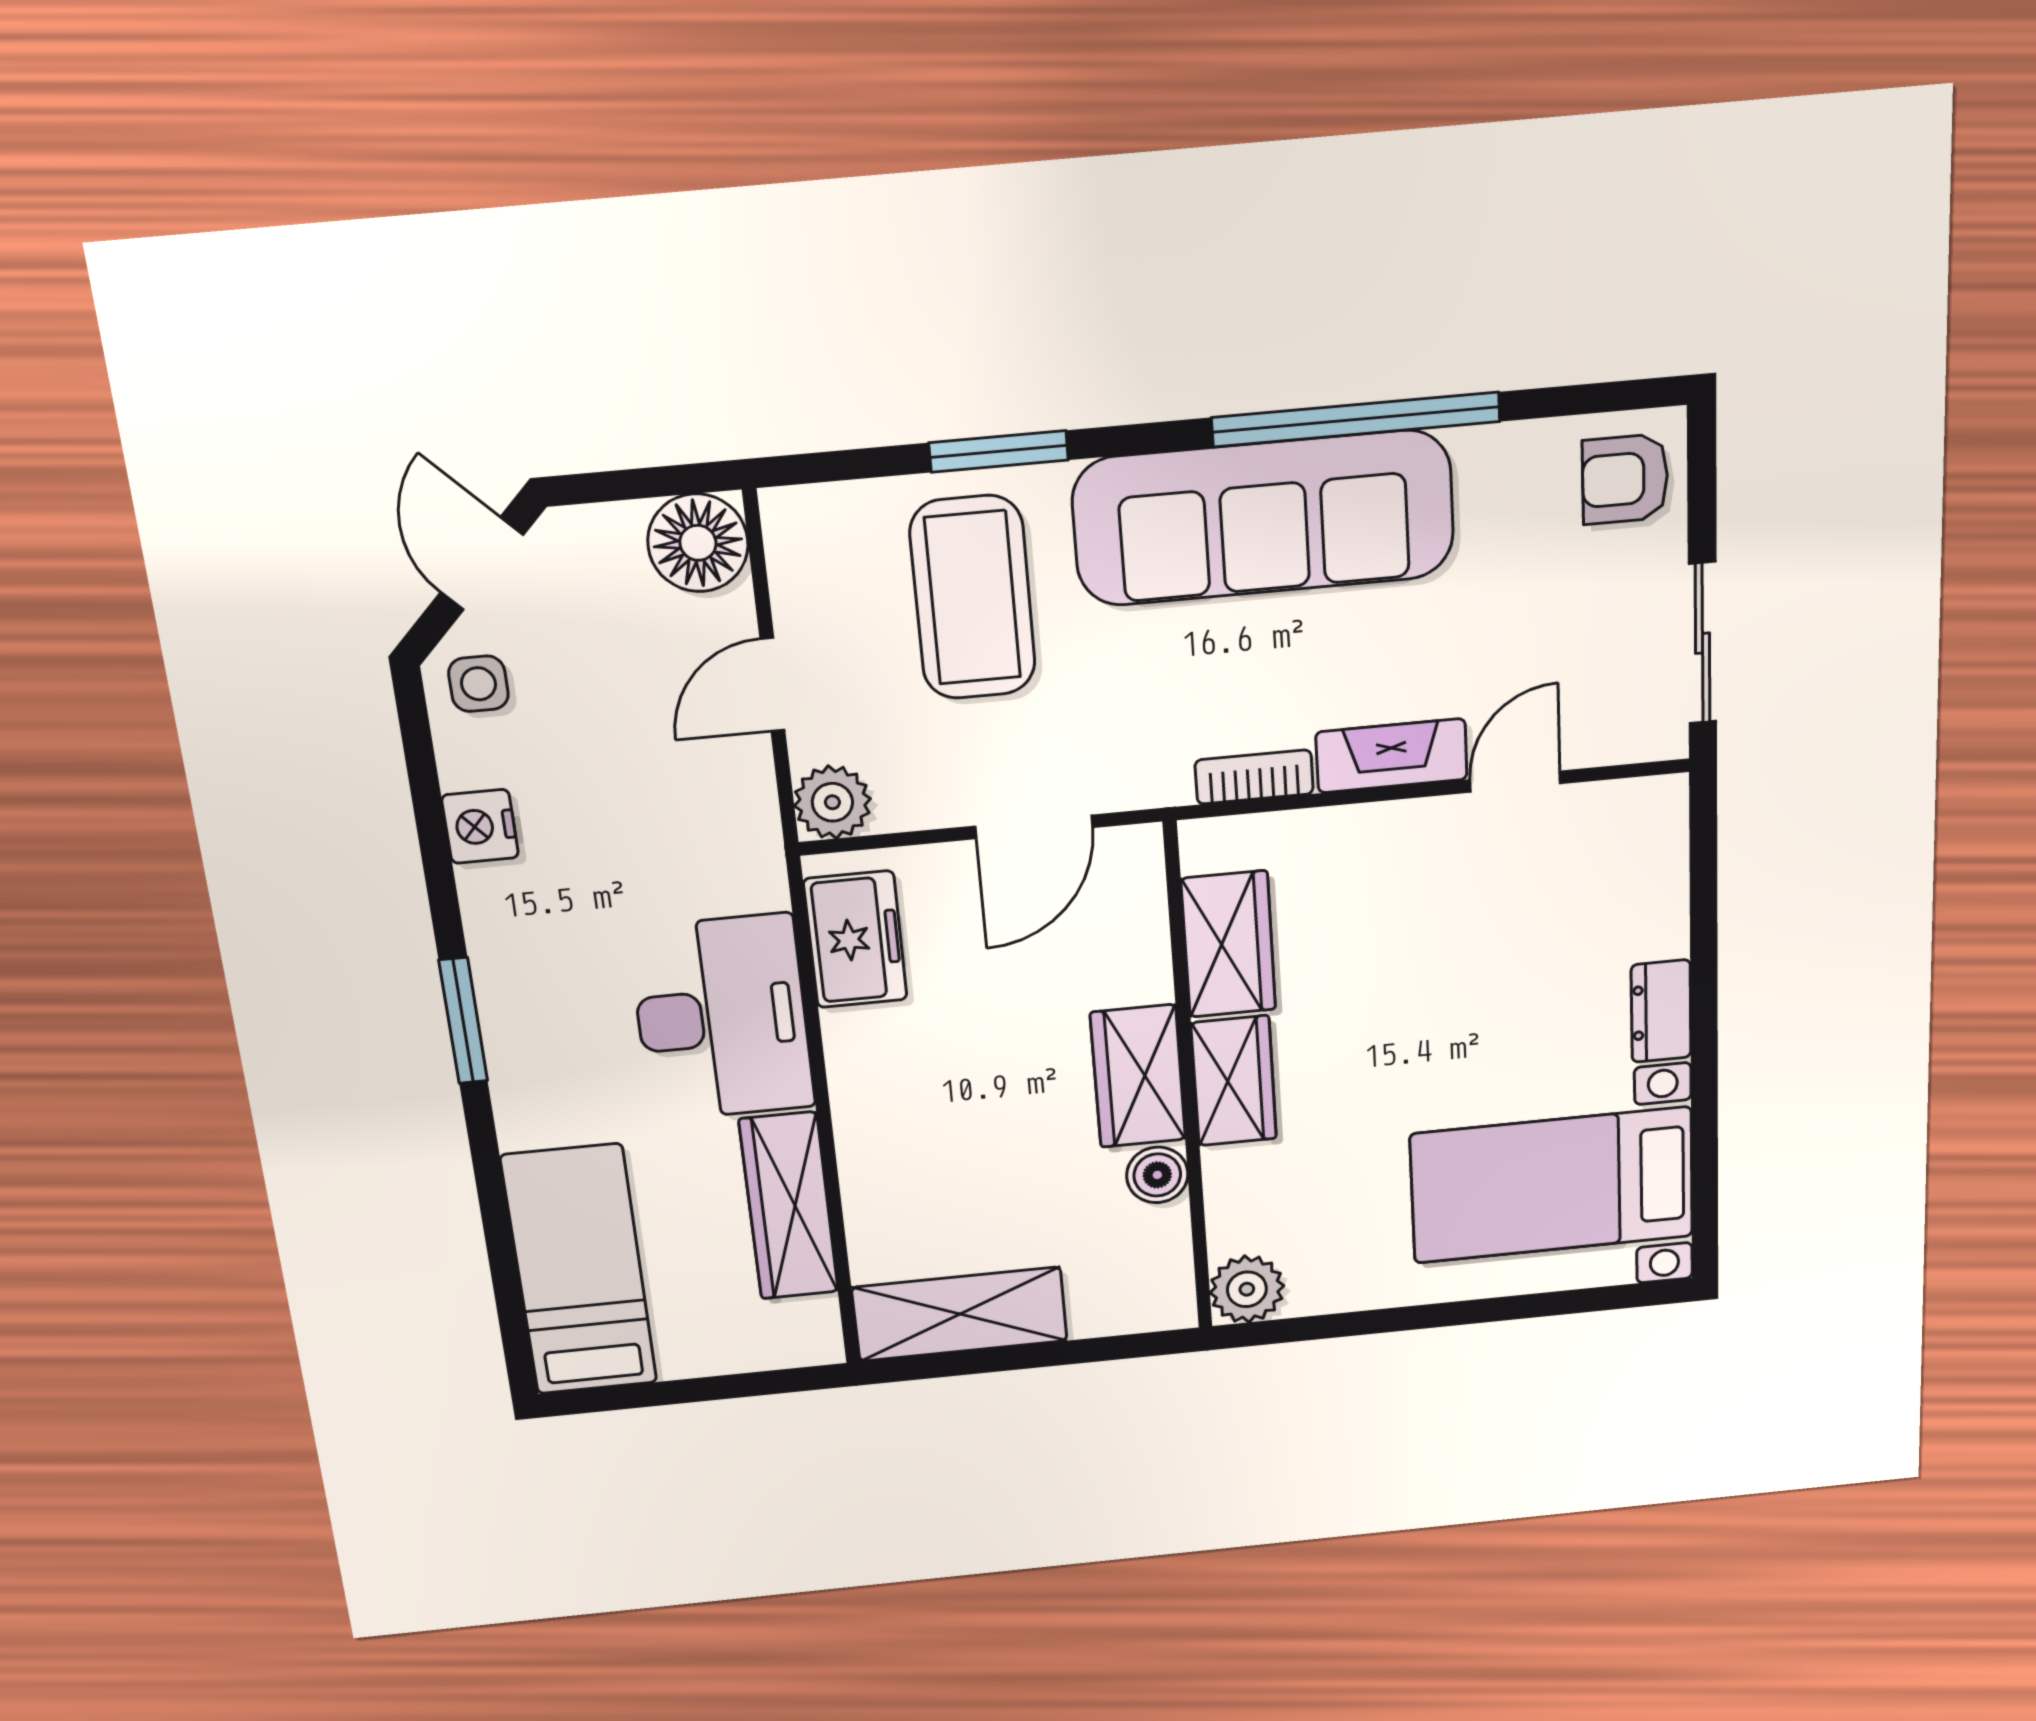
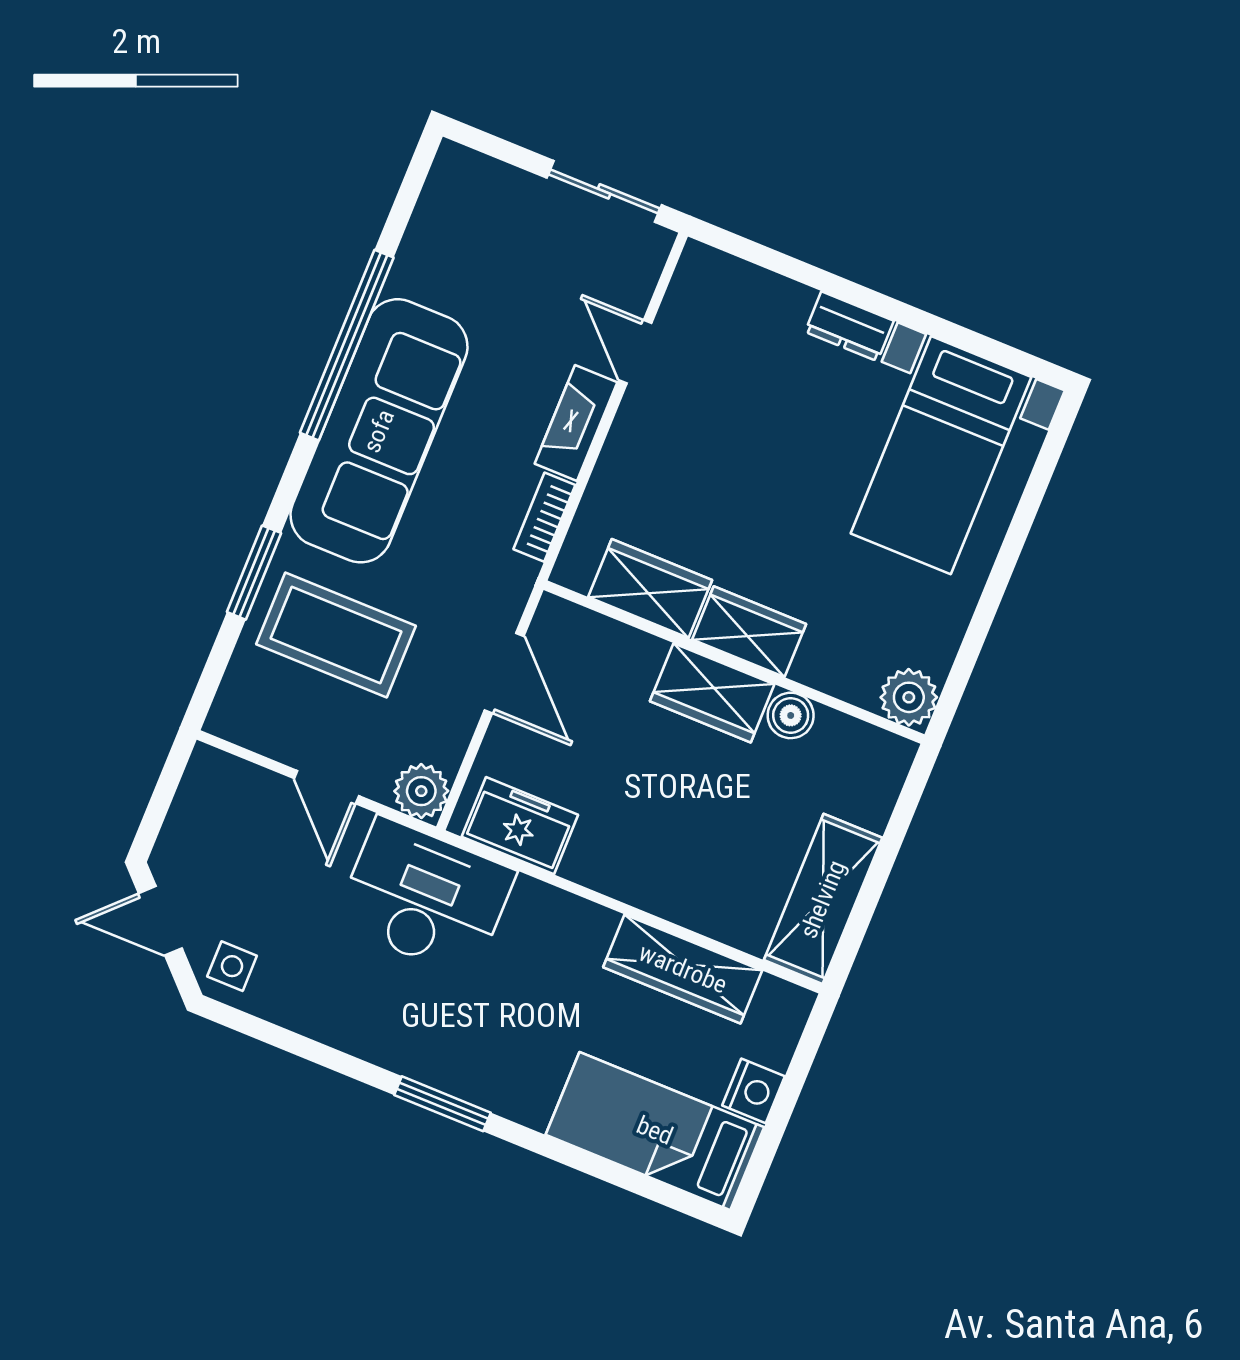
armchair: (1625, 479) -> (470, 195), removed
floor lamp: (698, 543) -> (215, 784), removed
nightstand: (480, 826) -> (754, 1091), moved, turned -90
desk: (722, 1018) -> (425, 897), moved

